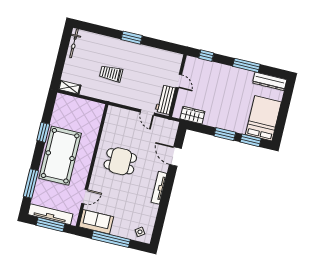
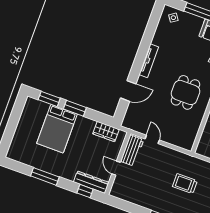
trolley: (111, 74) -> (185, 184), turned 180
dresser: (270, 81) -> (91, 182), moved
bed: (263, 118) -> (57, 129), moved
door: (175, 157) -> (128, 91), hinge flipped
dining table: (120, 161) -> (185, 92), turned 90

